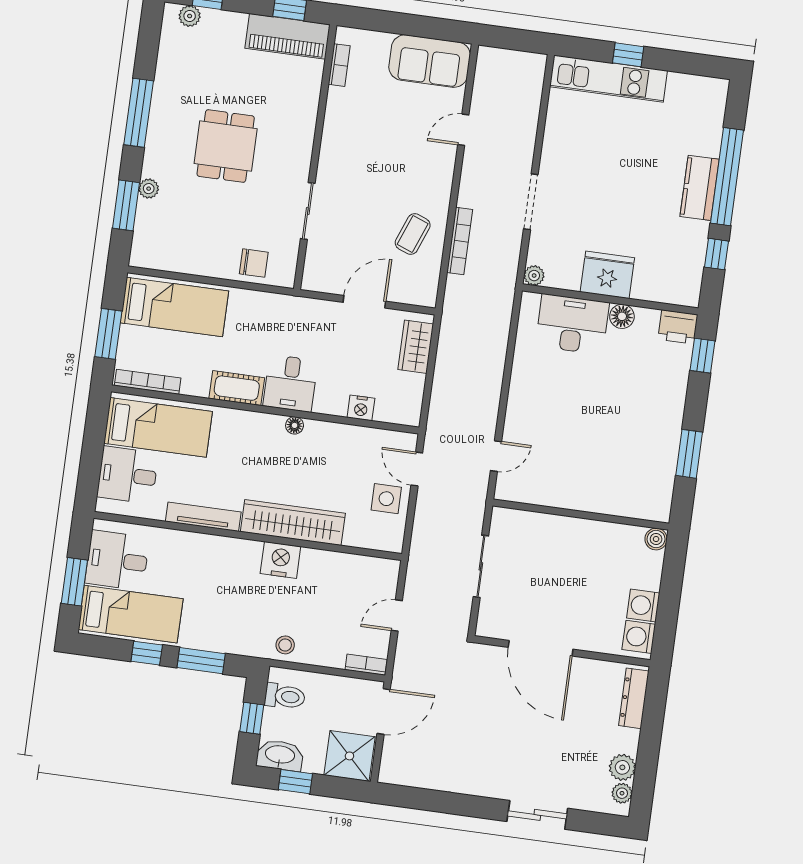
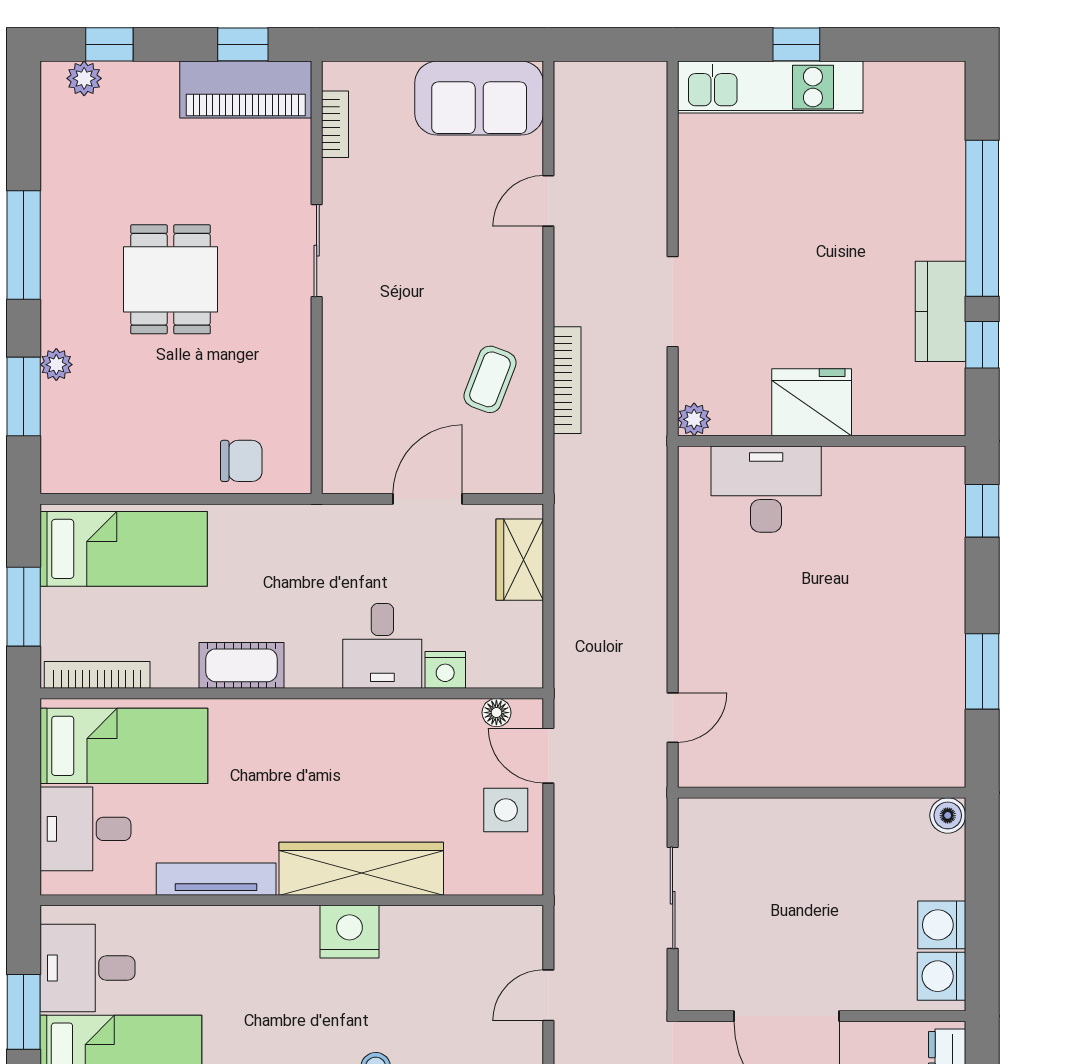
kitchen counter: (700, 188) -> (940, 311), moved
sliding door: (308, 211) -> (317, 251), moved
floor lamp: (622, 316) -> (844, 466), removed
printer: (678, 327) -> (936, 470), removed
desk: (290, 383) -> (382, 646), moved
floor lamp: (295, 425) -> (496, 713), moved

